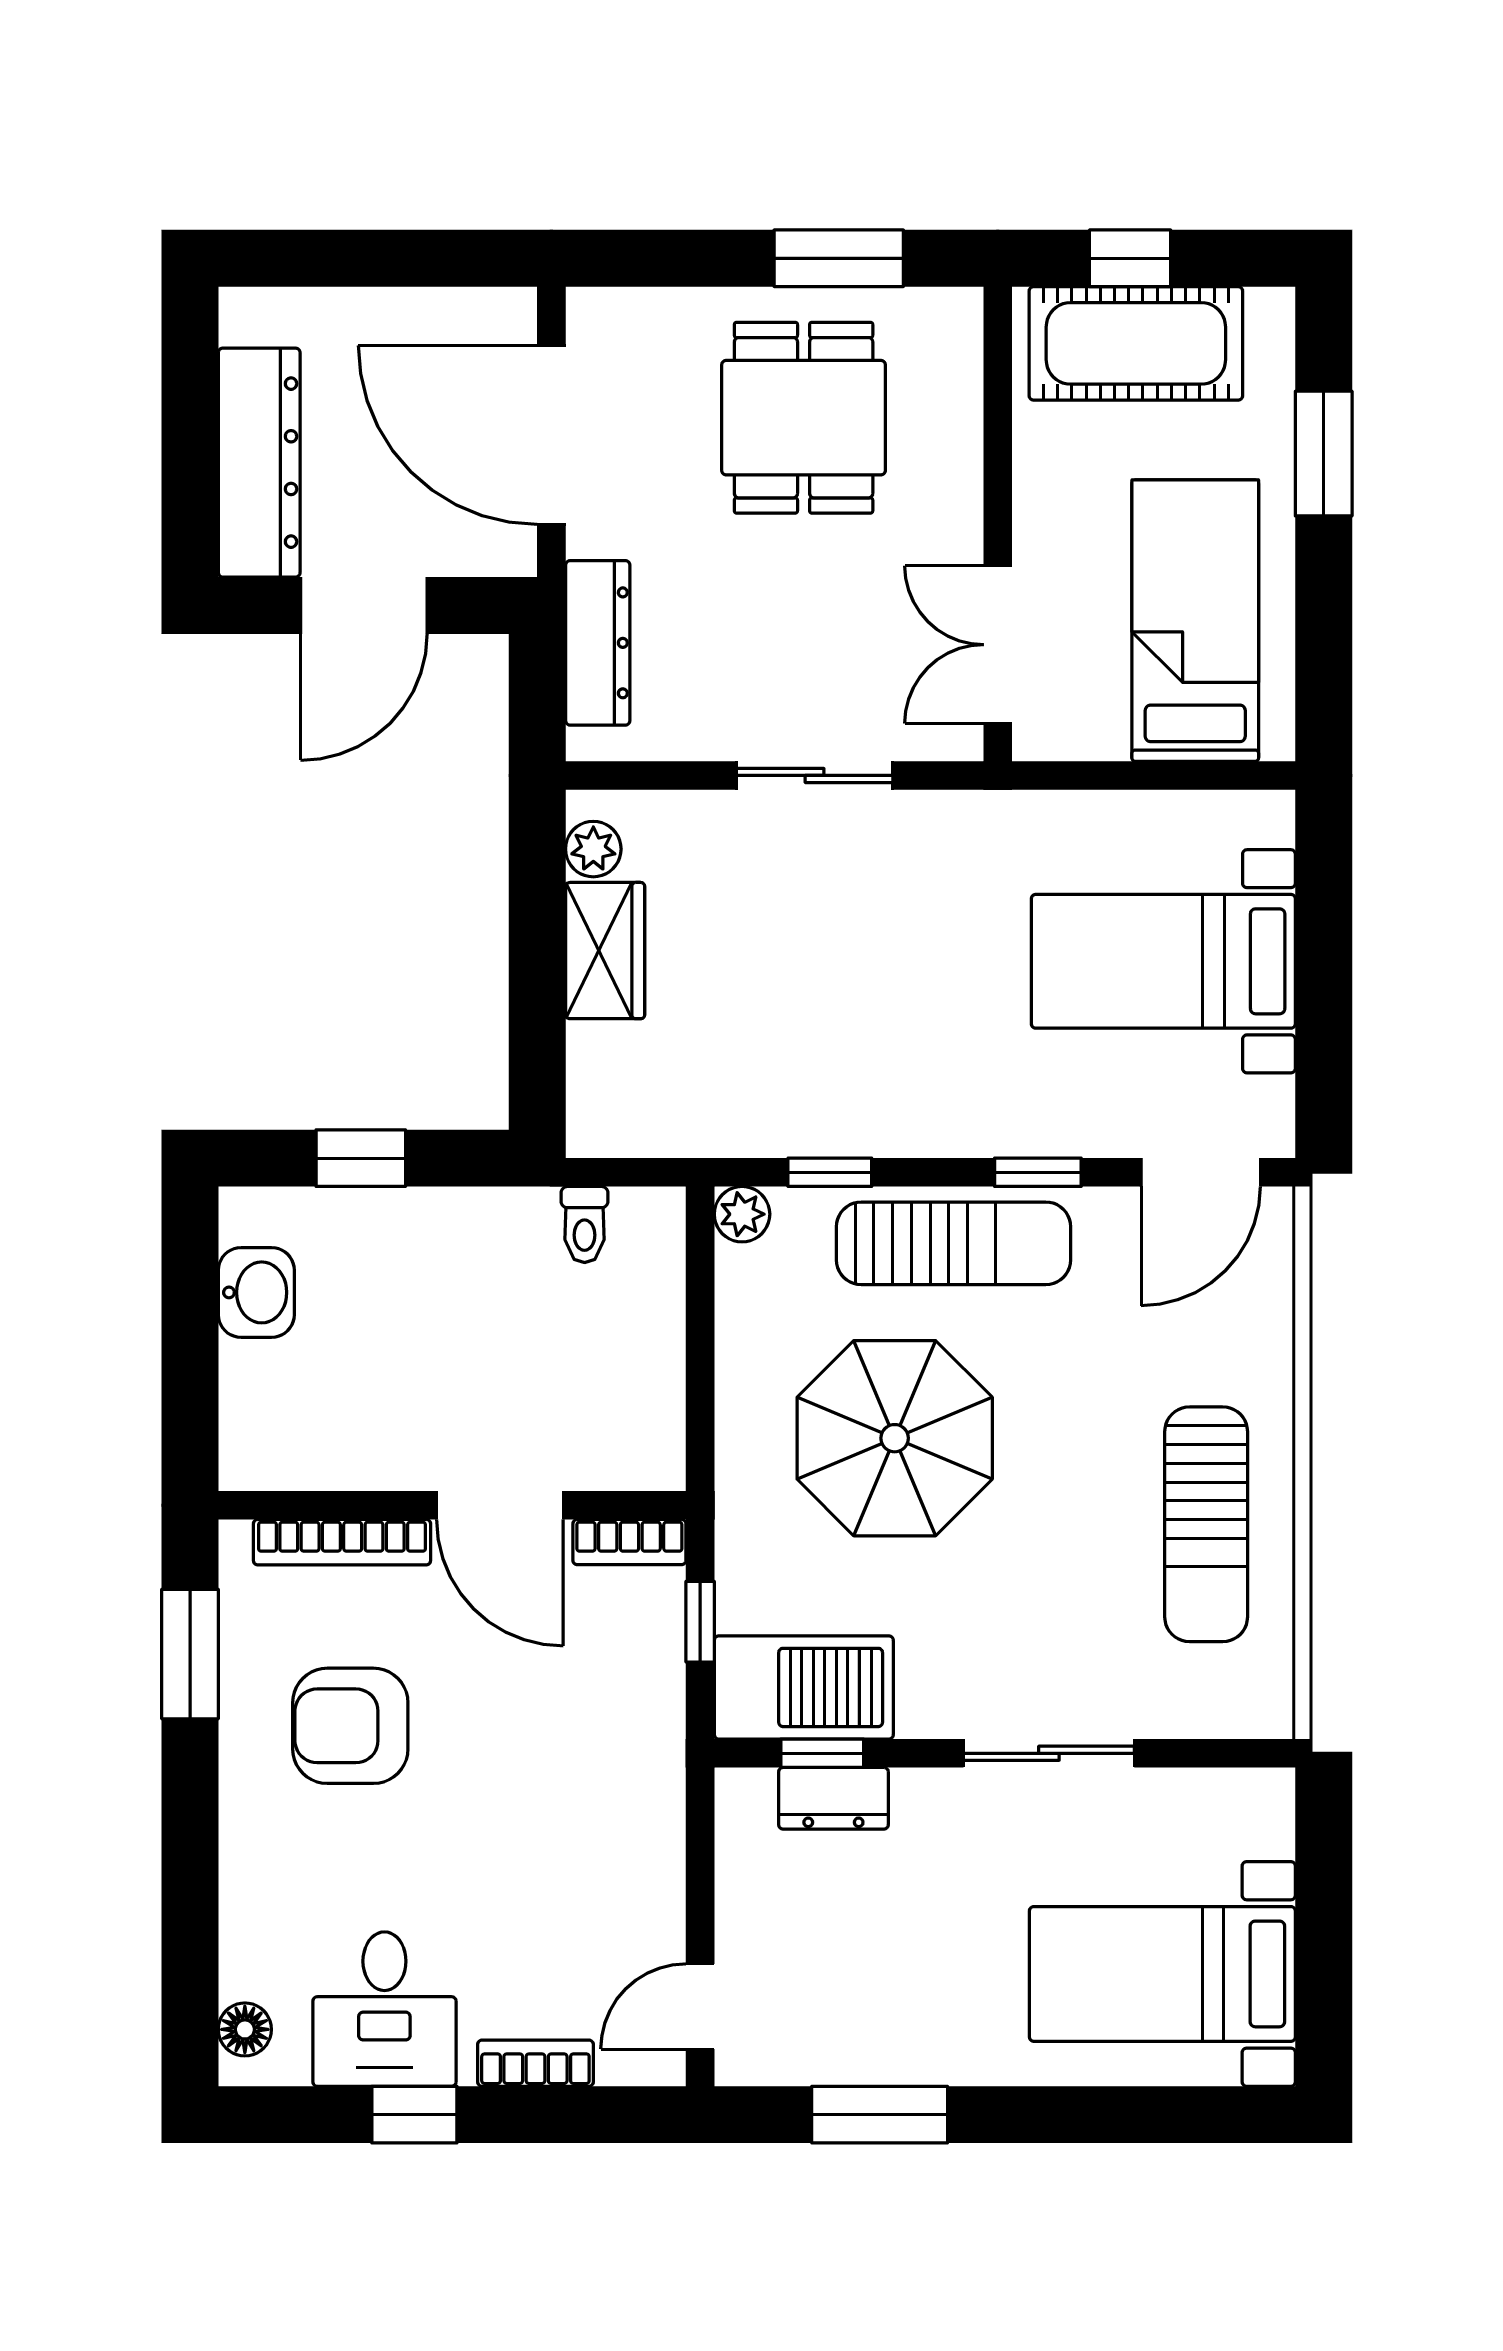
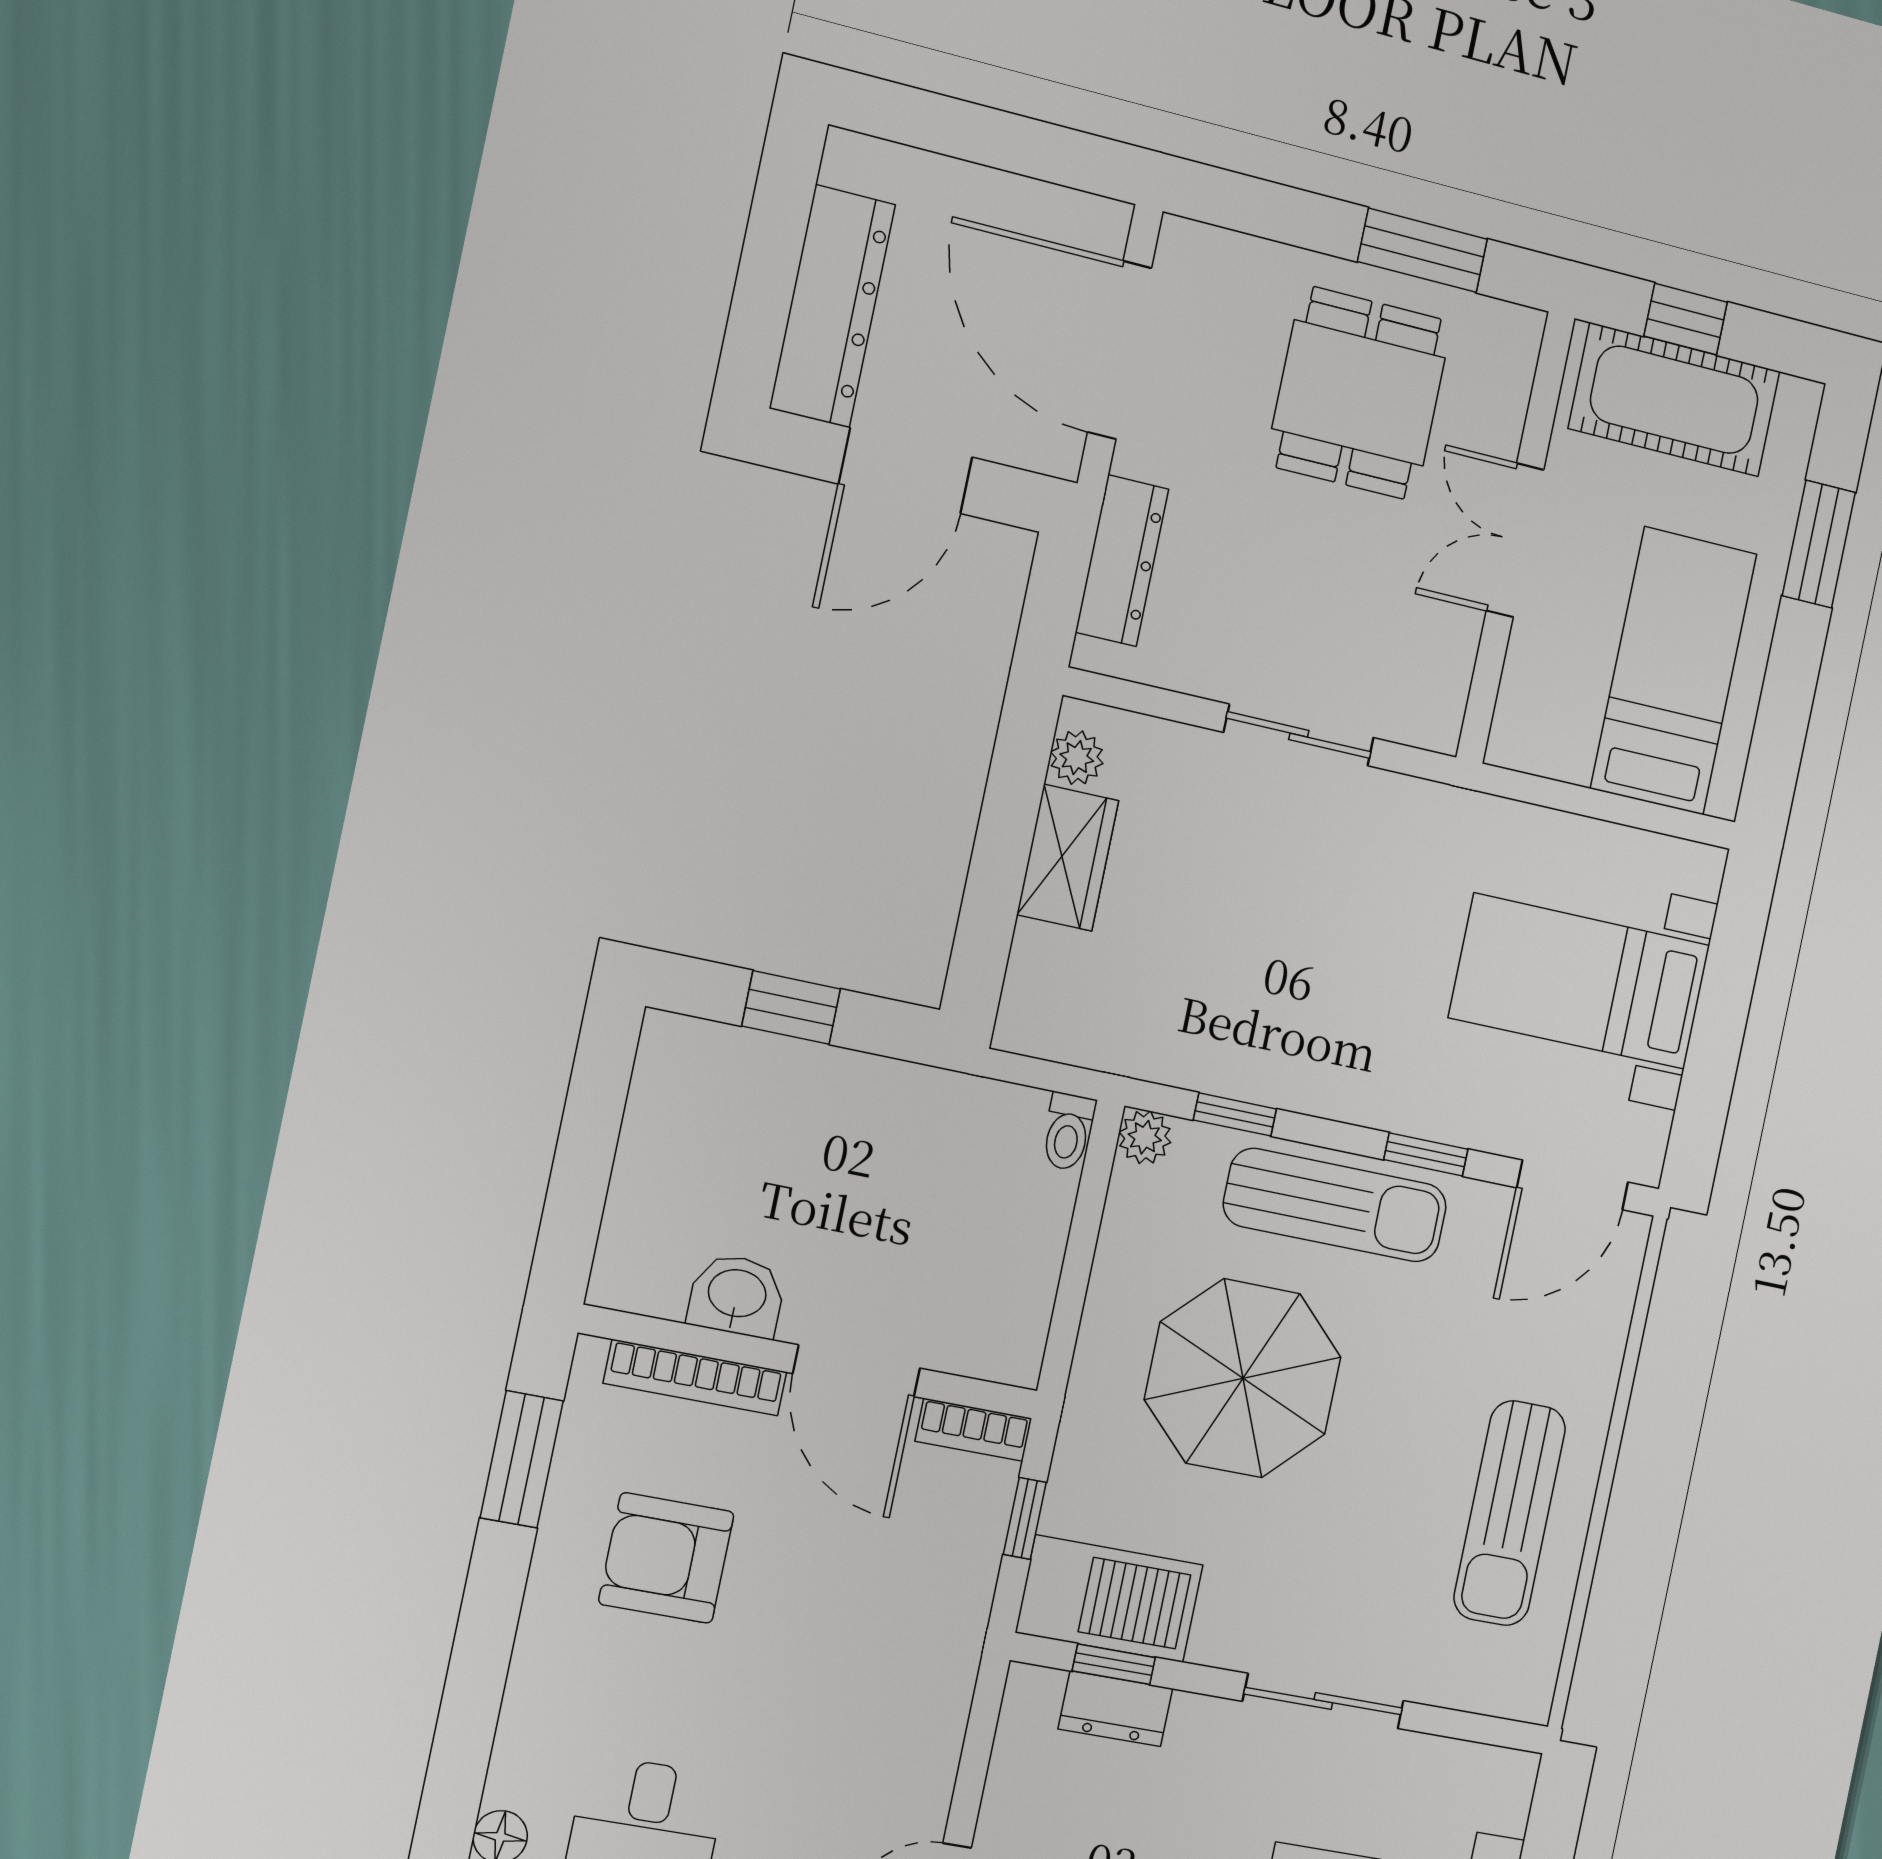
double door: (998, 645) -> (1515, 540), moved
toilet: (585, 1224) -> (1068, 1132), moved
washbasin: (256, 1292) -> (737, 1295), moved, turned -90

